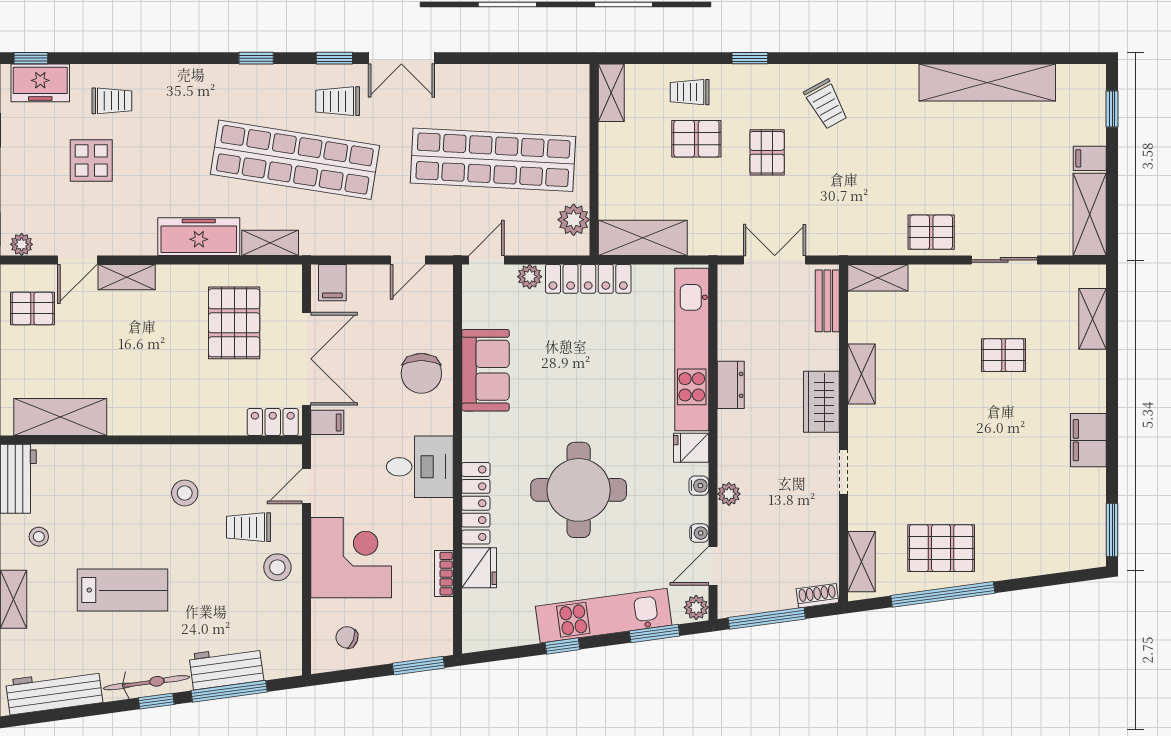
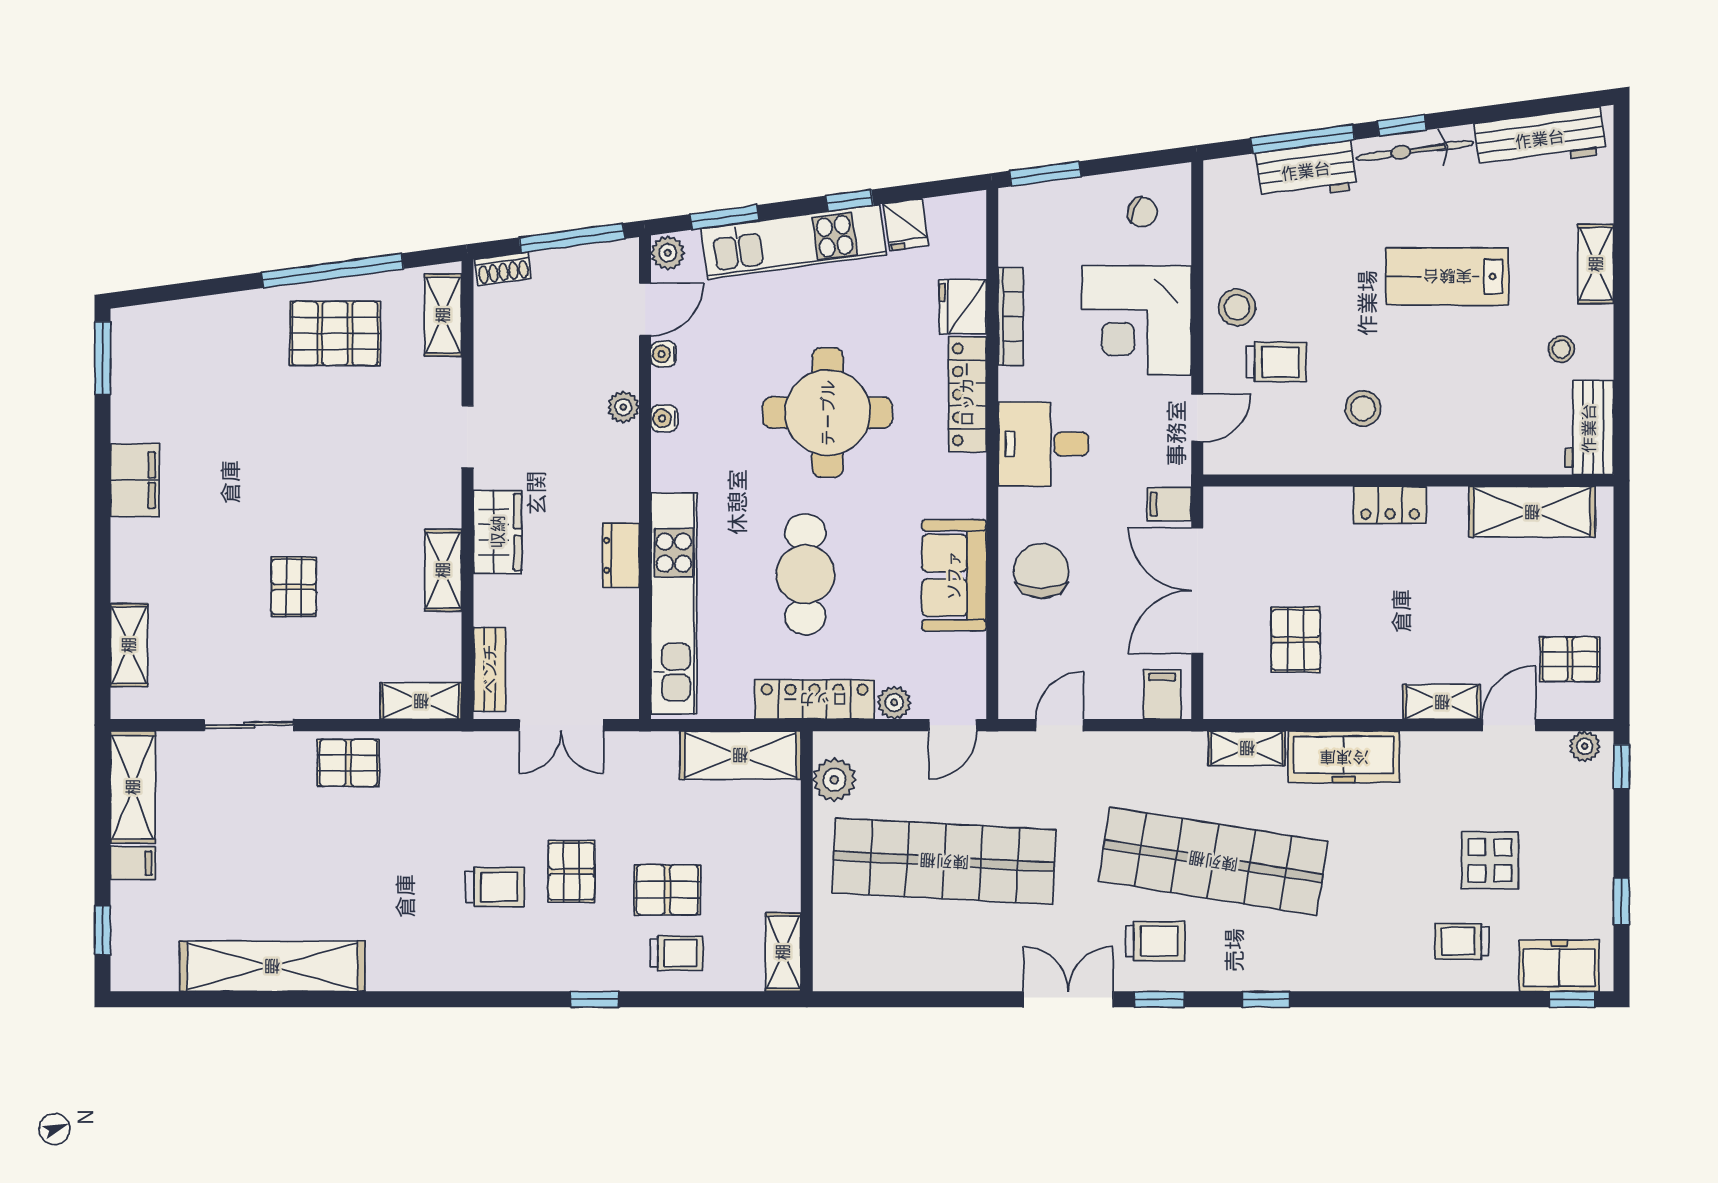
trolley: (826, 104) -> (495, 887), moved, turned 119
pallet: (234, 323) -> (1296, 640), width x0.67, depth x0.71
pallet: (1004, 355) -> (294, 587), moved, turned 90
cafe table: (595, 371) -> (805, 574), added
locker: (273, 422) -> (1390, 505), moved
fridge: (691, 448) -> (906, 225), moved, turned 82
bookcase: (444, 574) -> (1011, 317), width x1.56

